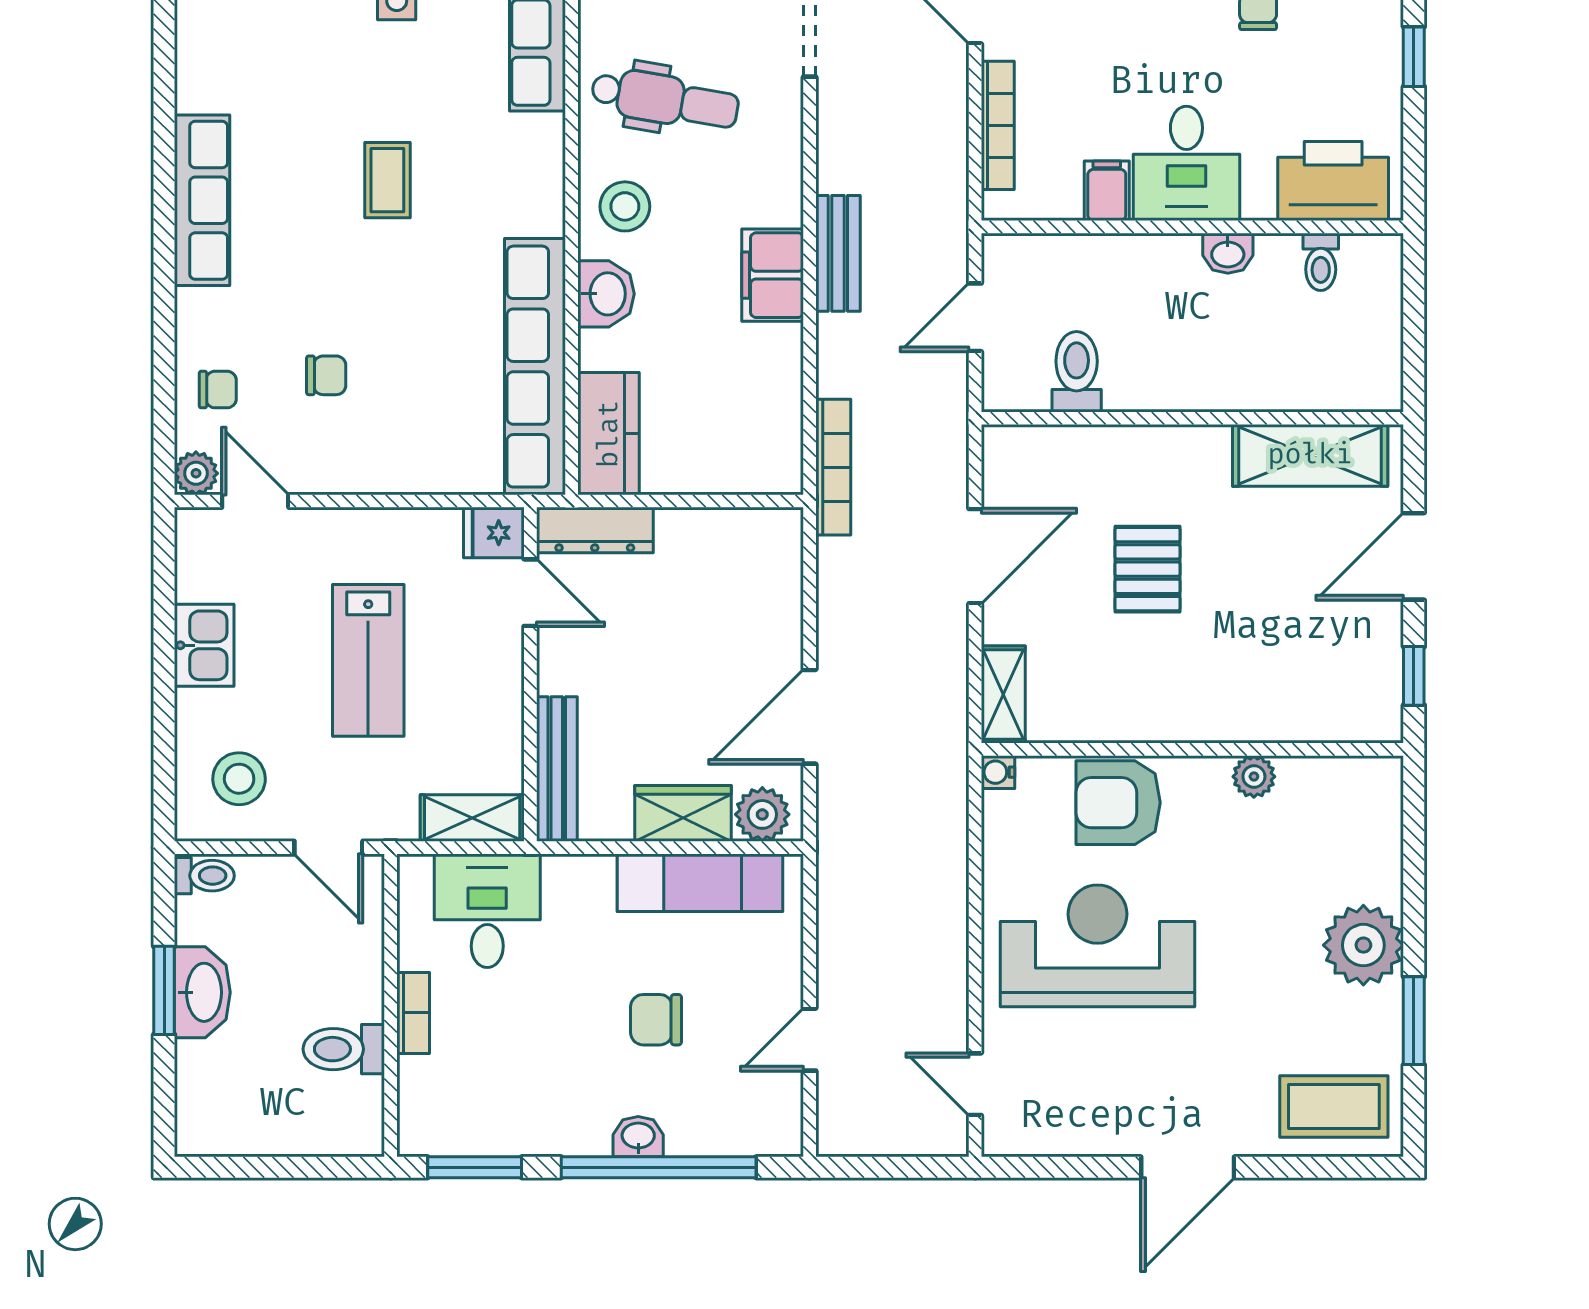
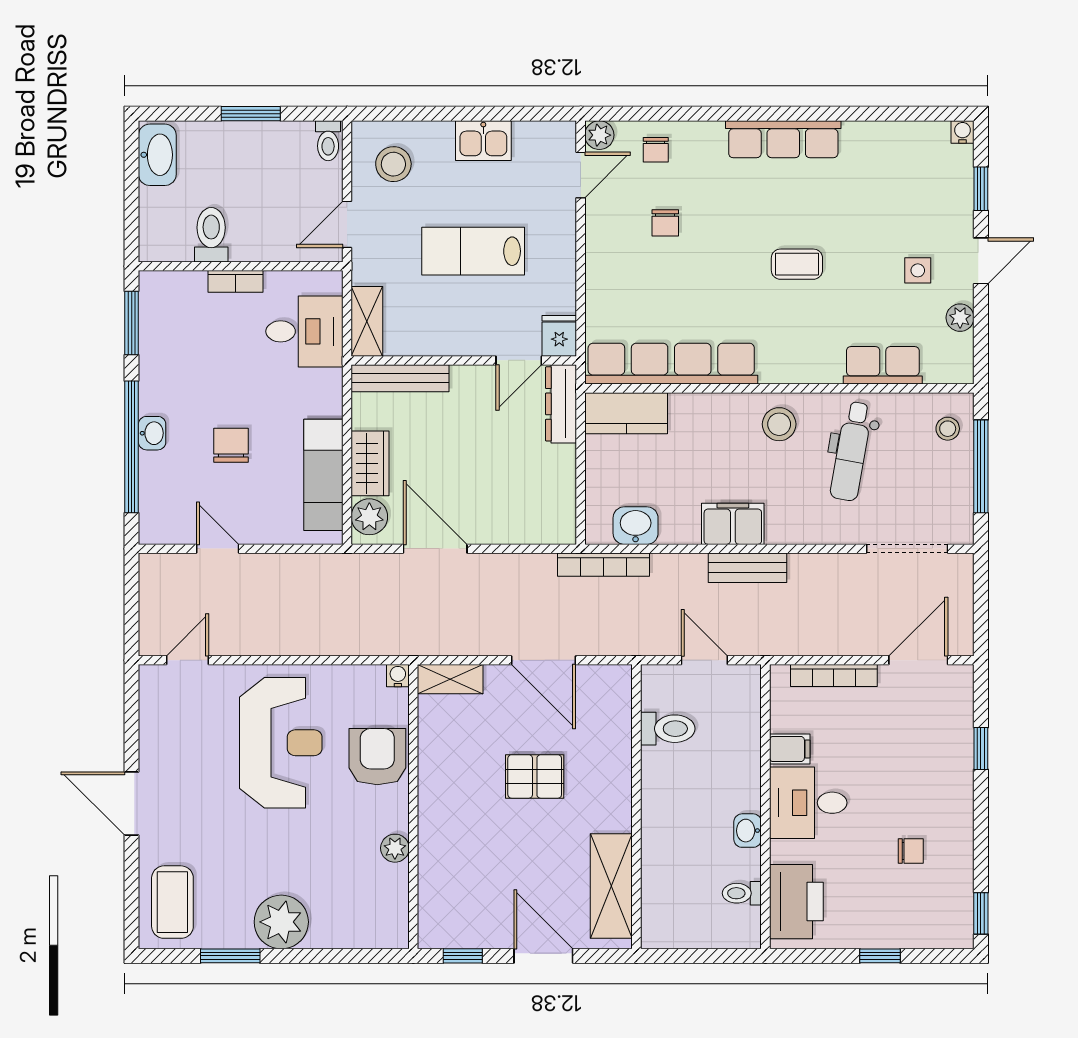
washbasin: (606, 294) -> (636, 526), moved, turned 180
washbasin: (202, 992) -> (157, 155), moved, turned -90

